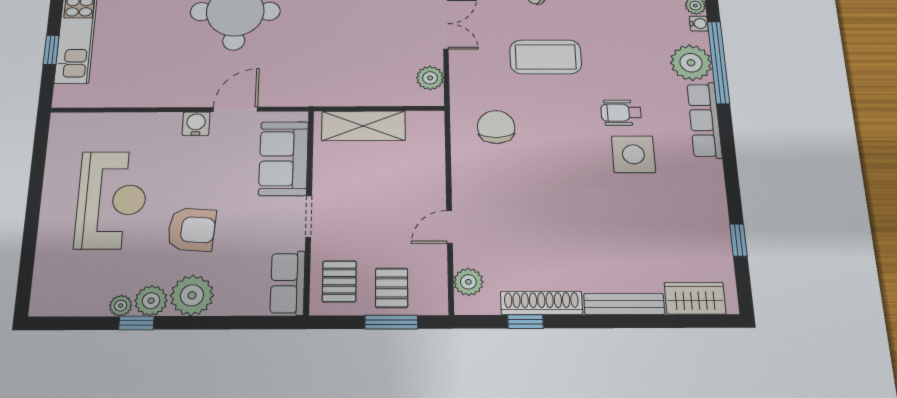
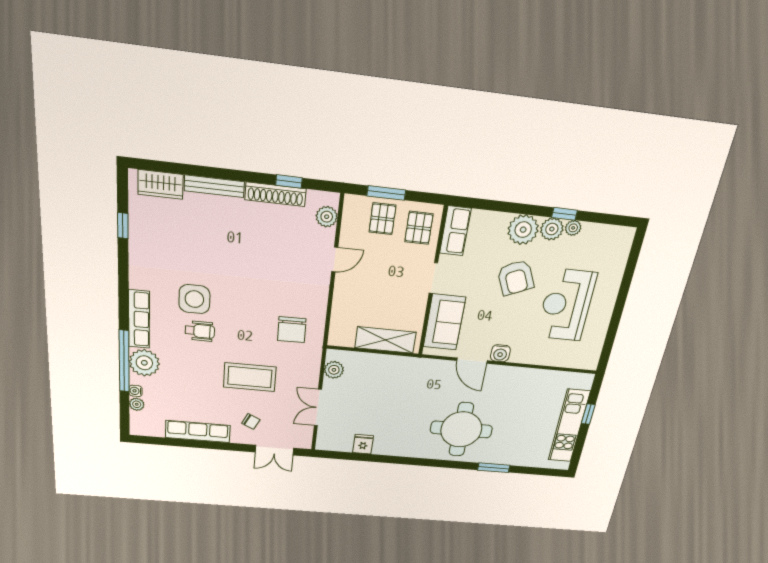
door: (235, 109) -> (472, 361), hinge flipped
armchair: (192, 230) -> (516, 278), turned -118

